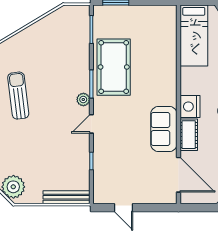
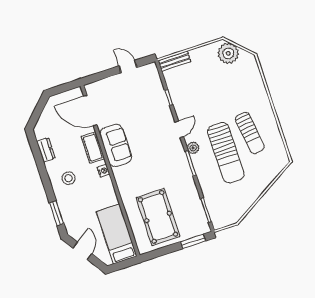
pool table: (114, 67) -> (158, 217), moved
sun lounger: (50, 83) -> (226, 153), added
nightstand: (190, 107) -> (103, 171), width x0.53, depth x0.56
bench: (66, 197) -> (174, 61), width x0.73

